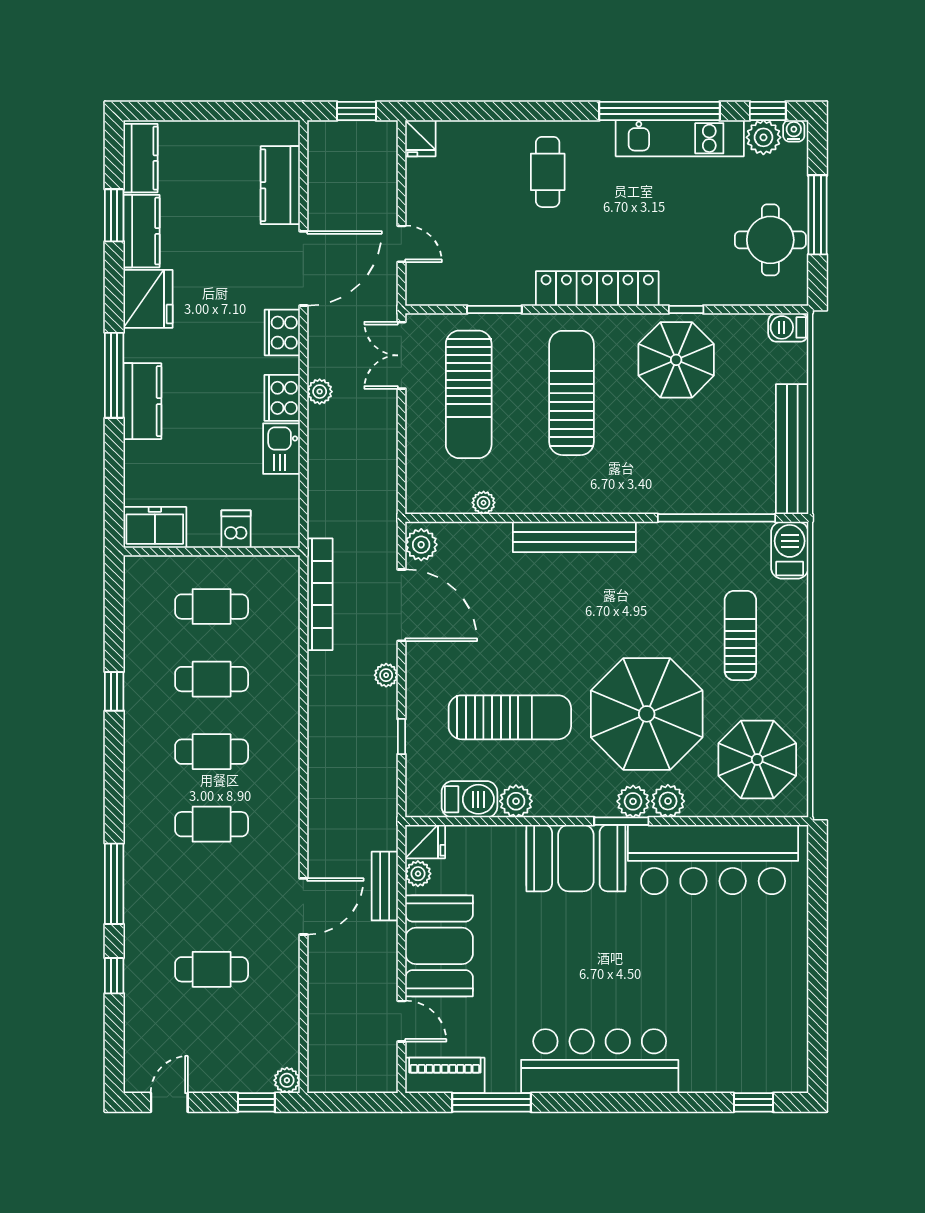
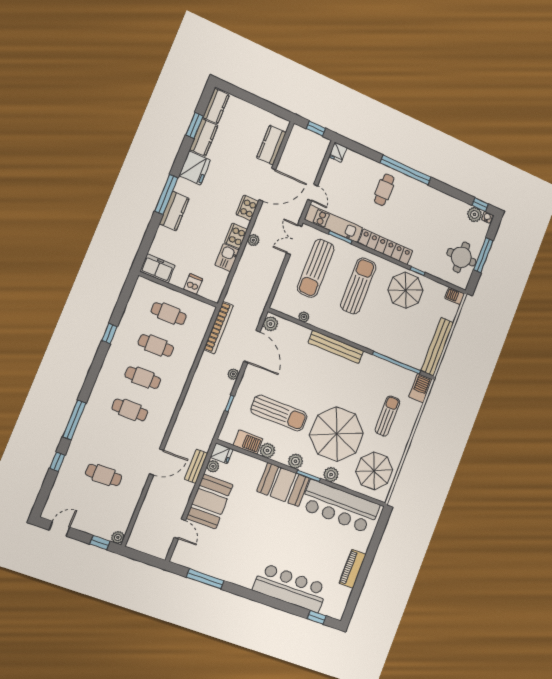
window: (659, 111) -> (406, 170), moved
kitchen unit: (680, 138) -> (333, 224), moved, turned 180
plant: (633, 801) -> (295, 461), moved
bar counter: (600, 1061) -> (290, 588), moved
piano: (445, 1075) -> (353, 569), moved, turned -90

